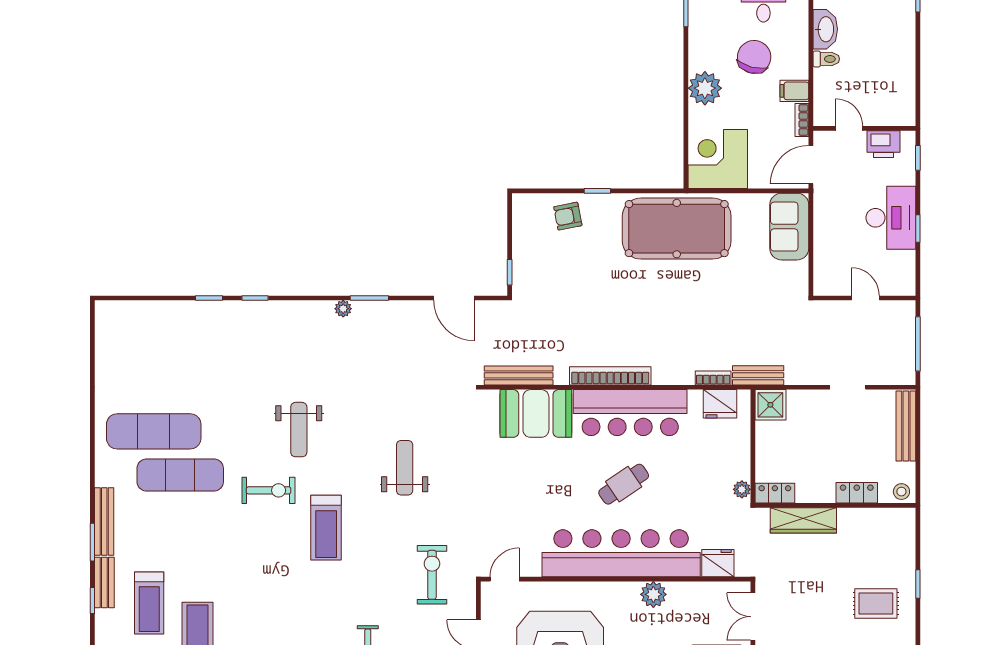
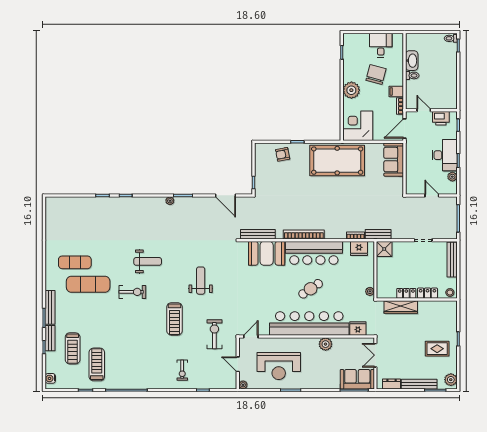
plant: (906, 261) -> (452, 177), added
weight bench: (299, 430) -> (148, 261), turned -90
exercise mat: (154, 431) -> (75, 262), width x0.73, depth x0.69
locker: (775, 493) -> (406, 293), moved
treadmill: (326, 528) -> (175, 319), moved

